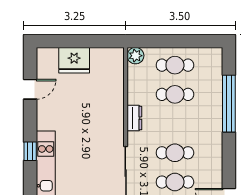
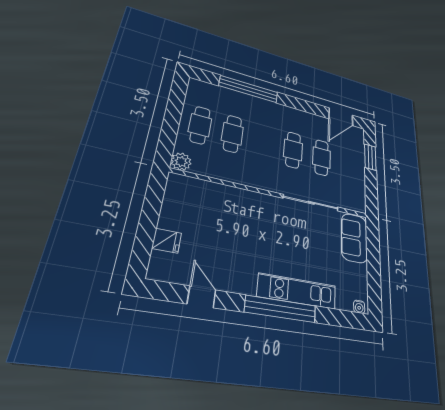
fridge: (74, 60) -> (167, 241), width x0.53, depth x0.75
dresser: (134, 118) -> (253, 180), removed
window: (30, 151) -> (281, 309), width x3.17

